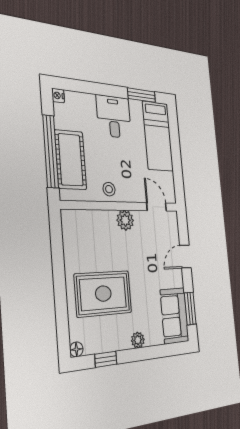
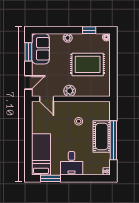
wall: (122, 206) -> (71, 99), moved
door: (157, 207) -> (47, 99), moved
plant: (125, 220) -> (70, 91), moved

